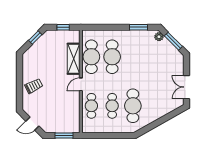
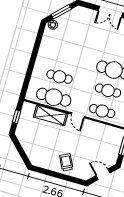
window: (138, 27) -> (38, 42), removed
window: (35, 38) -> (19, 147), removed
cafe table: (112, 57) -> (60, 77), width x0.73, depth x0.74
door: (32, 124) -> (103, 174), swing flipped

